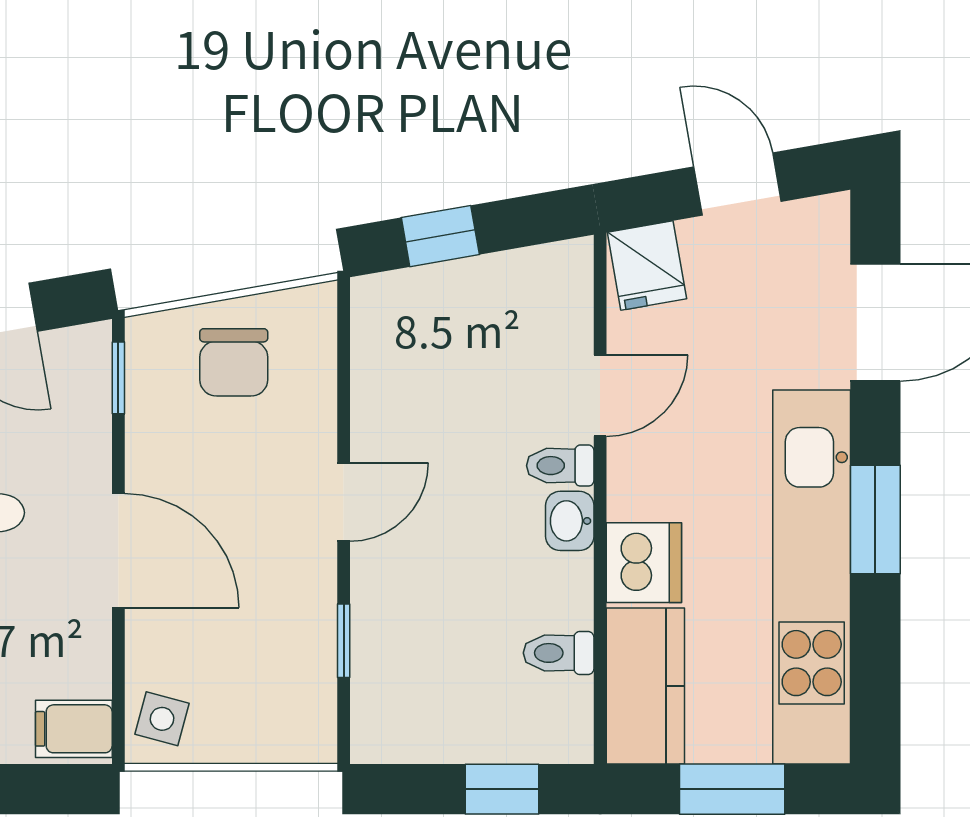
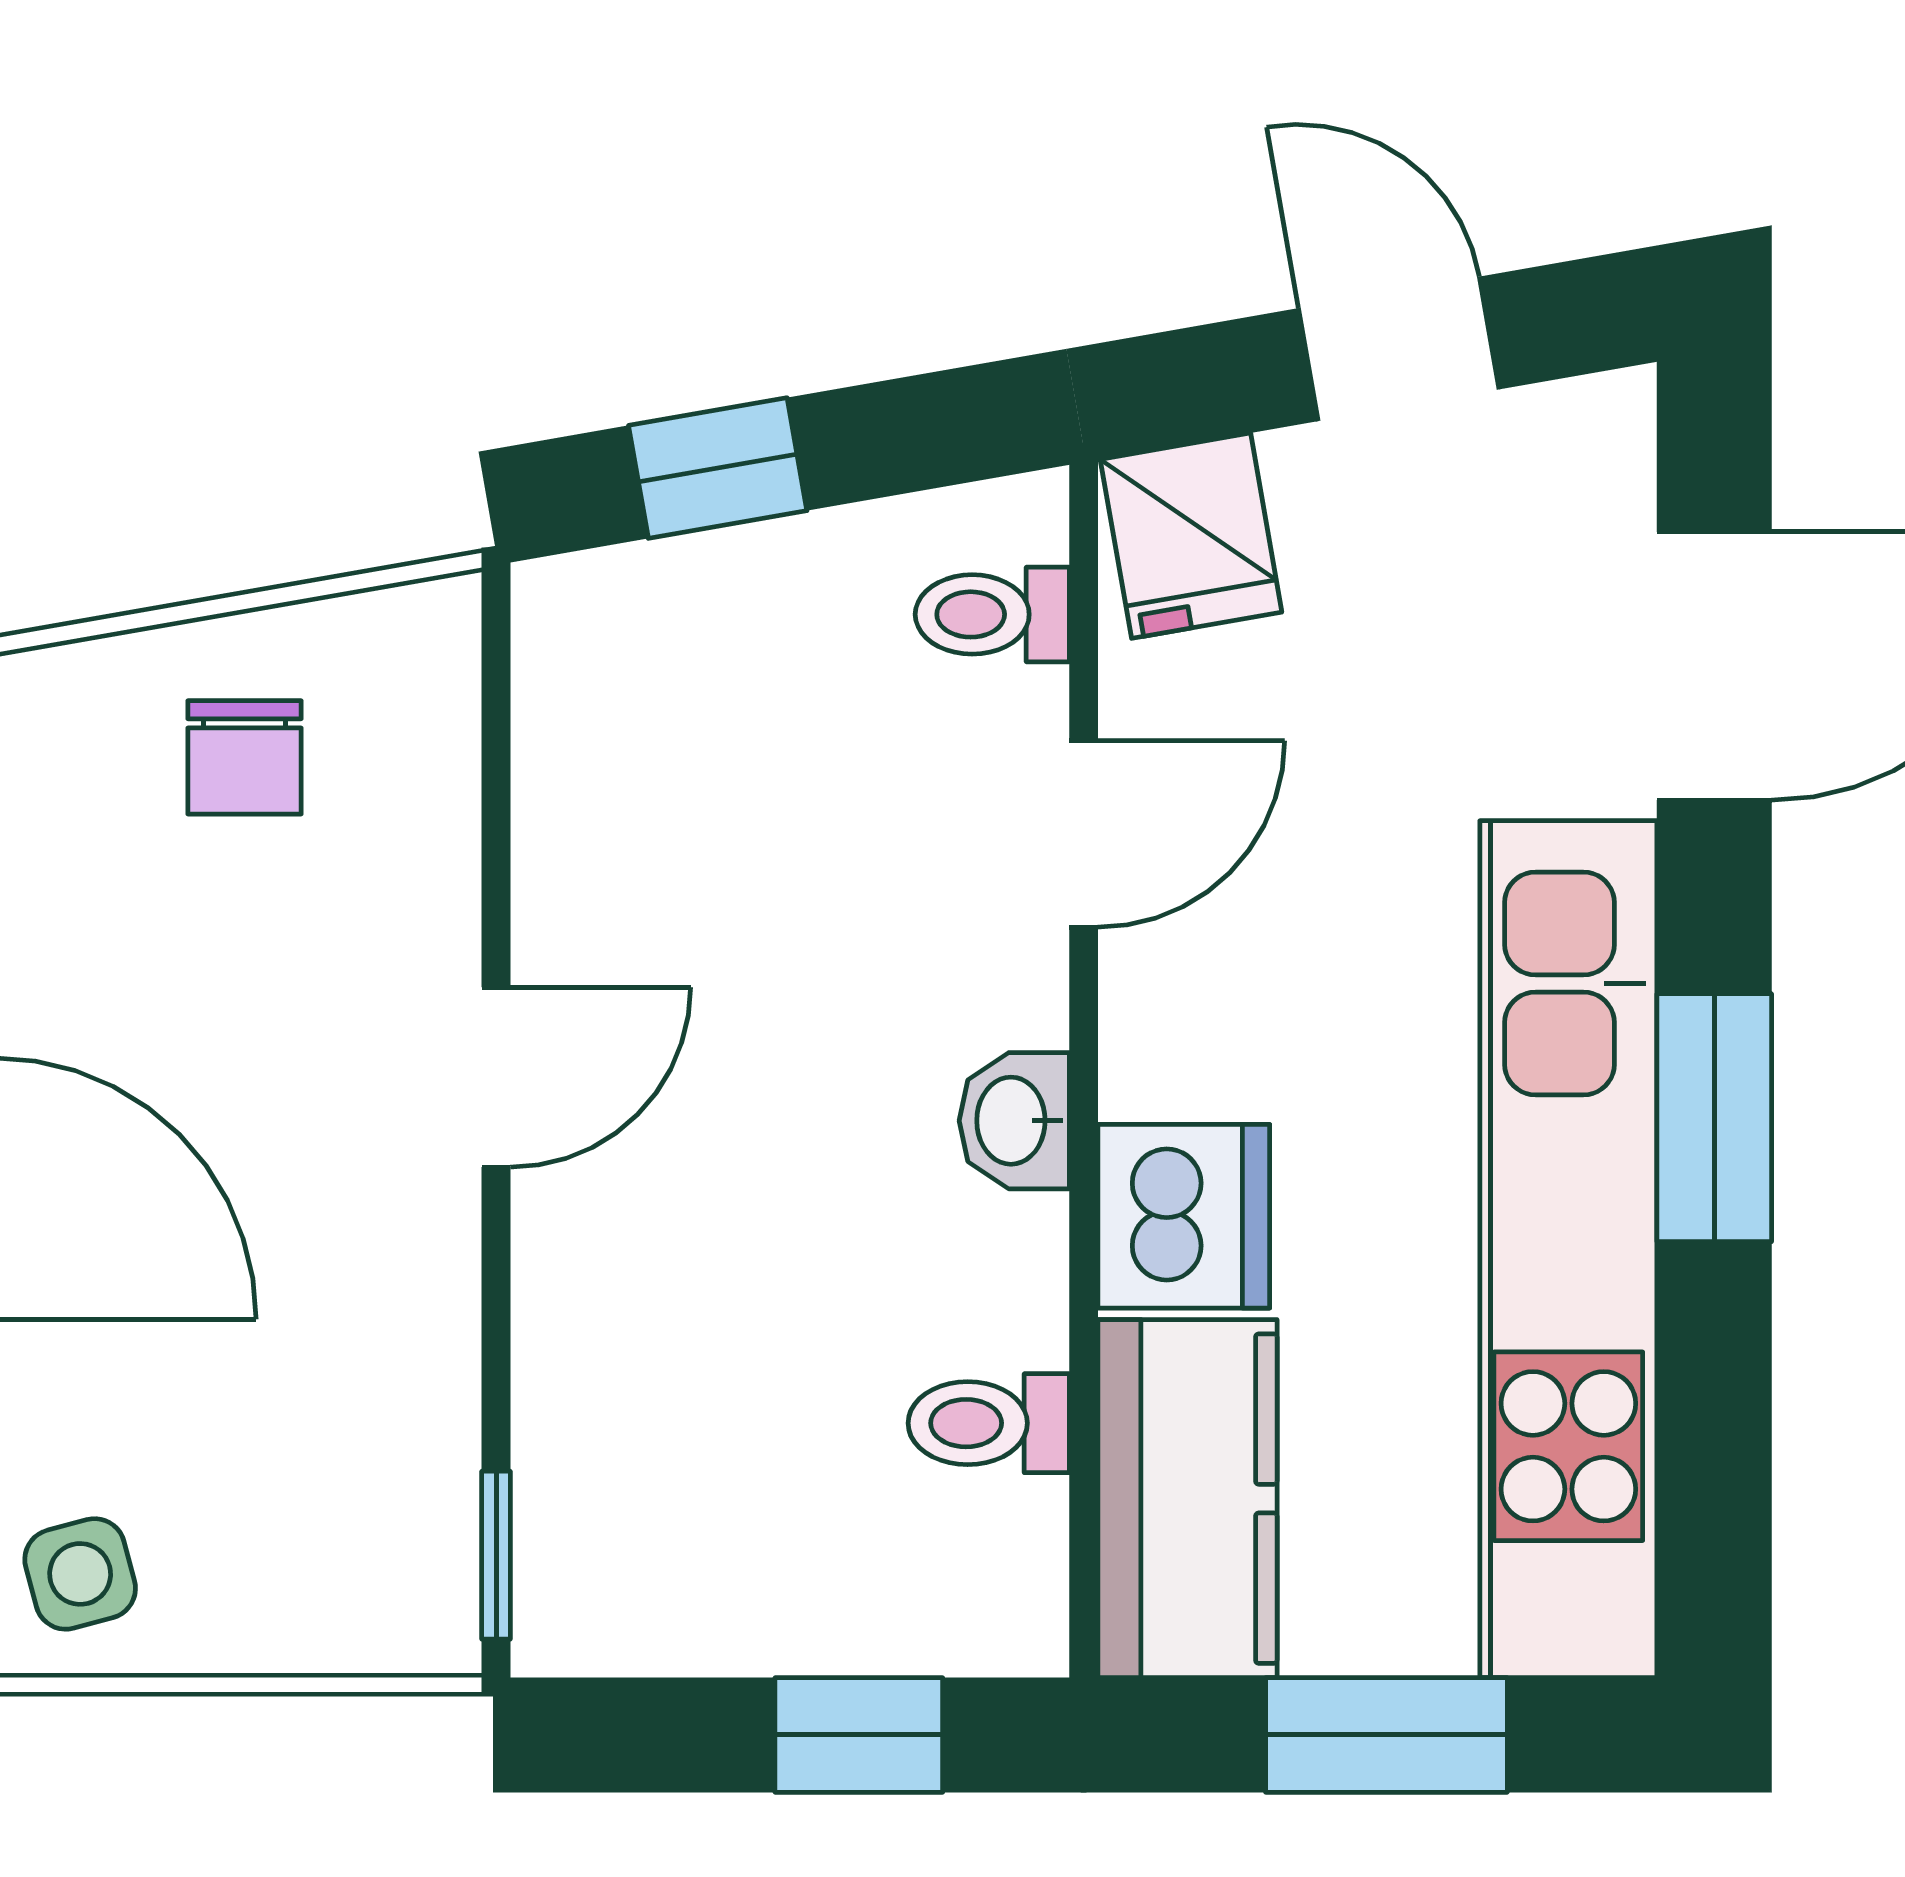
chair: (234, 362) -> (245, 757), width x0.73, depth x0.73
toilet: (560, 466) -> (992, 614), moved
window: (344, 641) -> (496, 1555), moved
side table: (162, 719) -> (80, 1574), turned -30

